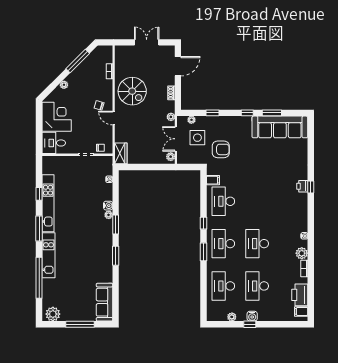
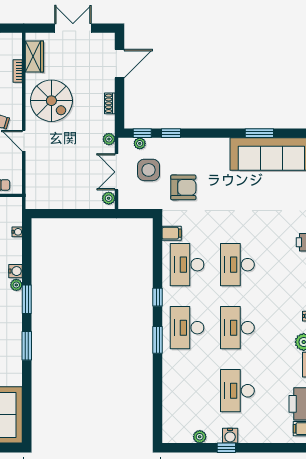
window: (247, 113) -> (142, 133), moved
wardrobe: (121, 153) -> (34, 57), moved
desk: (223, 286) -> (237, 265), moved

